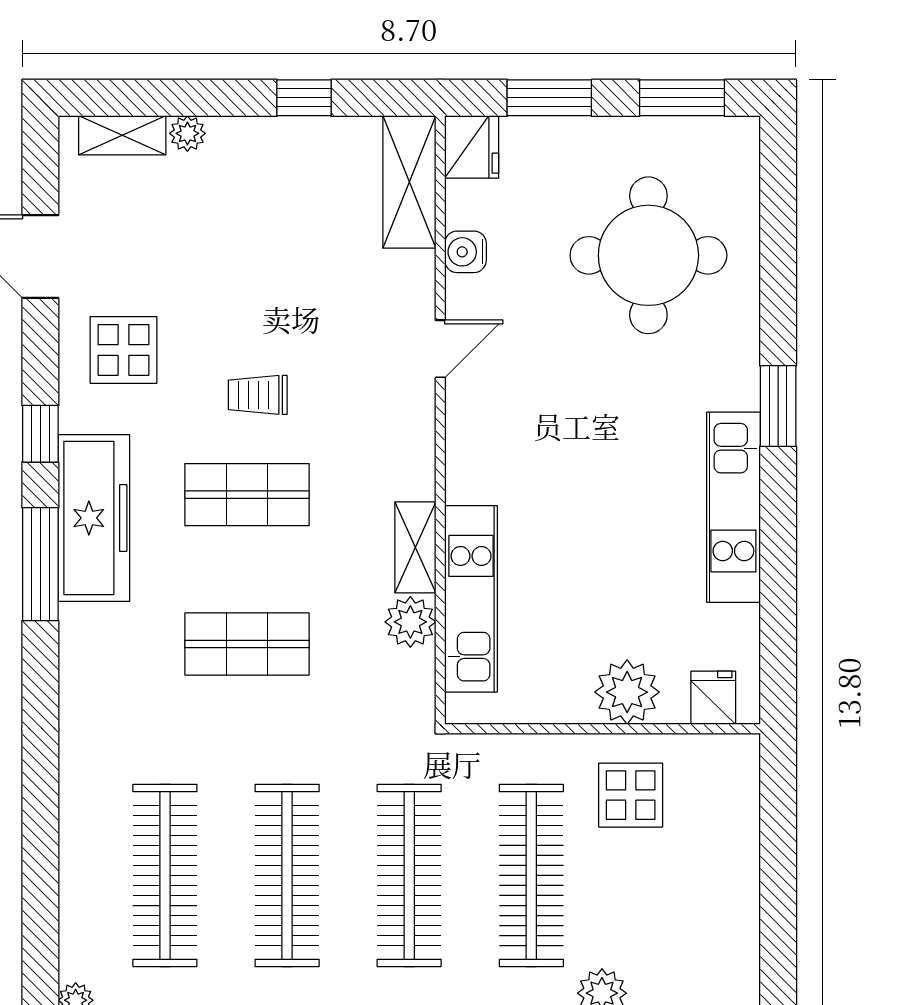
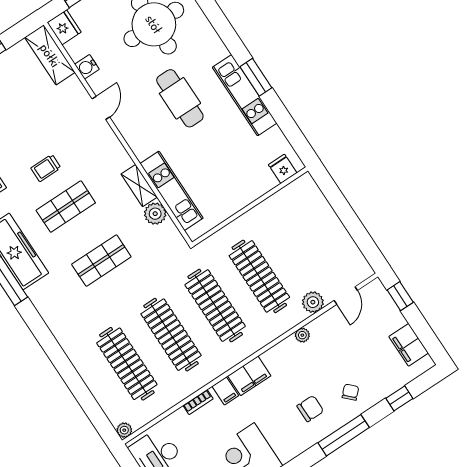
window: (778, 406) -> (256, 77), moved
cafe table: (605, 431) -> (180, 98), added
plant: (627, 692) -> (250, 187), removed
display table: (631, 795) -> (276, 224), removed

